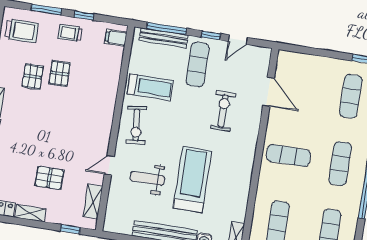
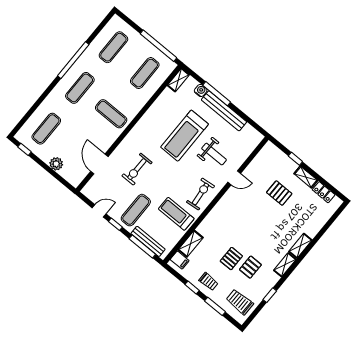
plant: (317, 64) -> (56, 164), added
shelving: (93, 201) -> (191, 244), moved
window: (70, 229) -> (295, 159), moved

